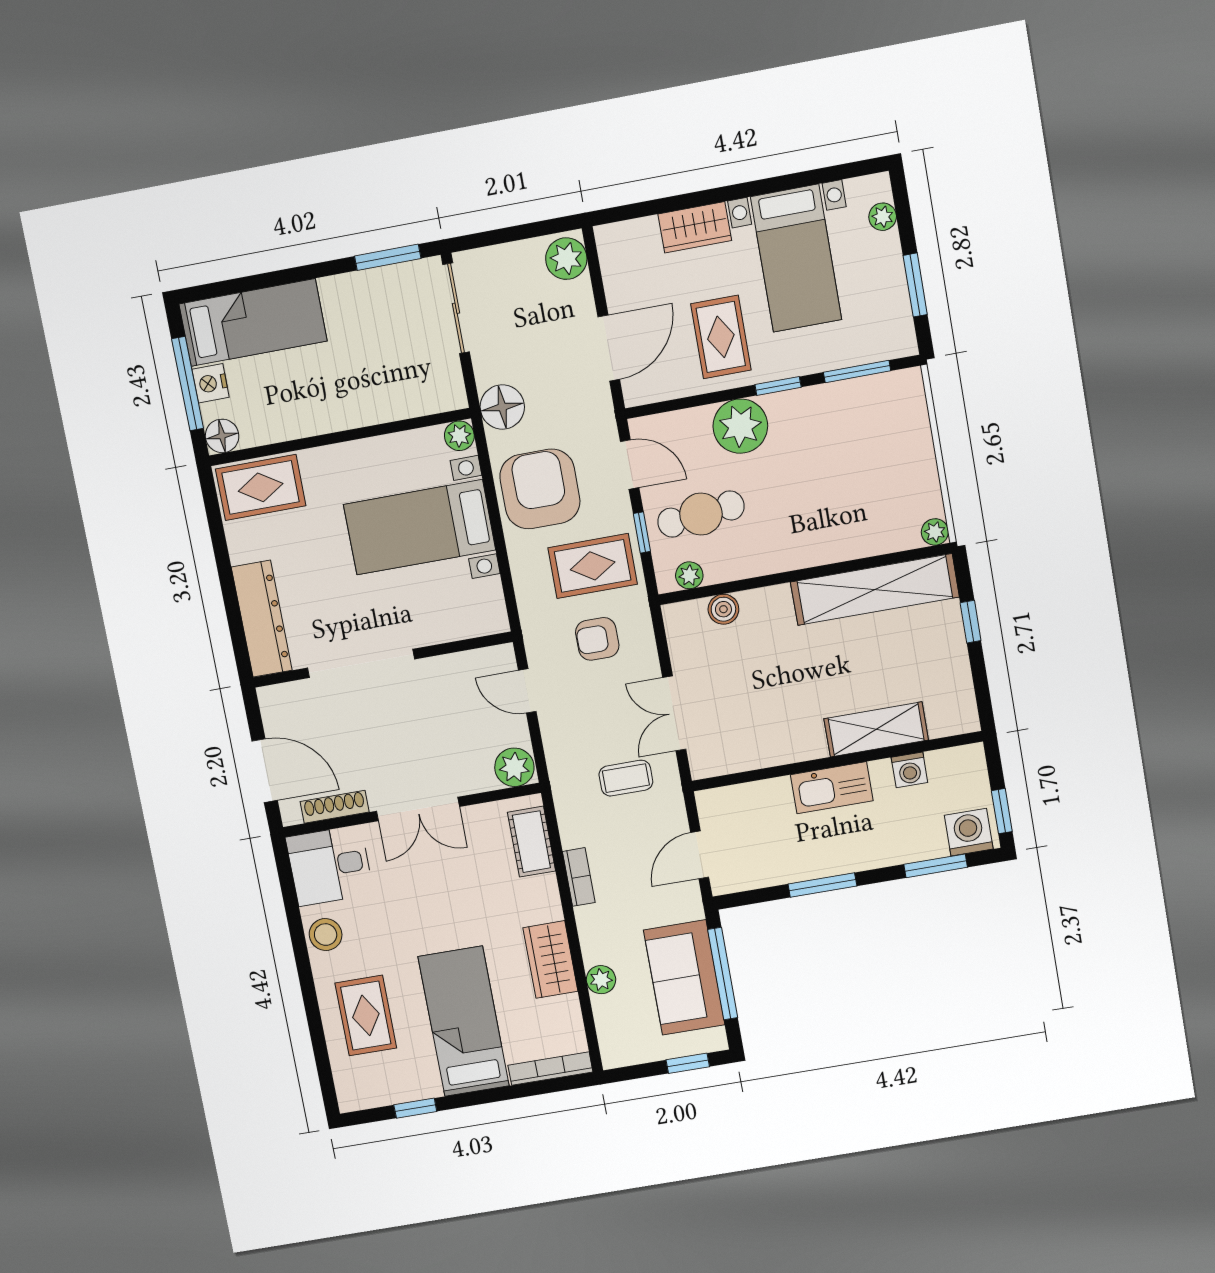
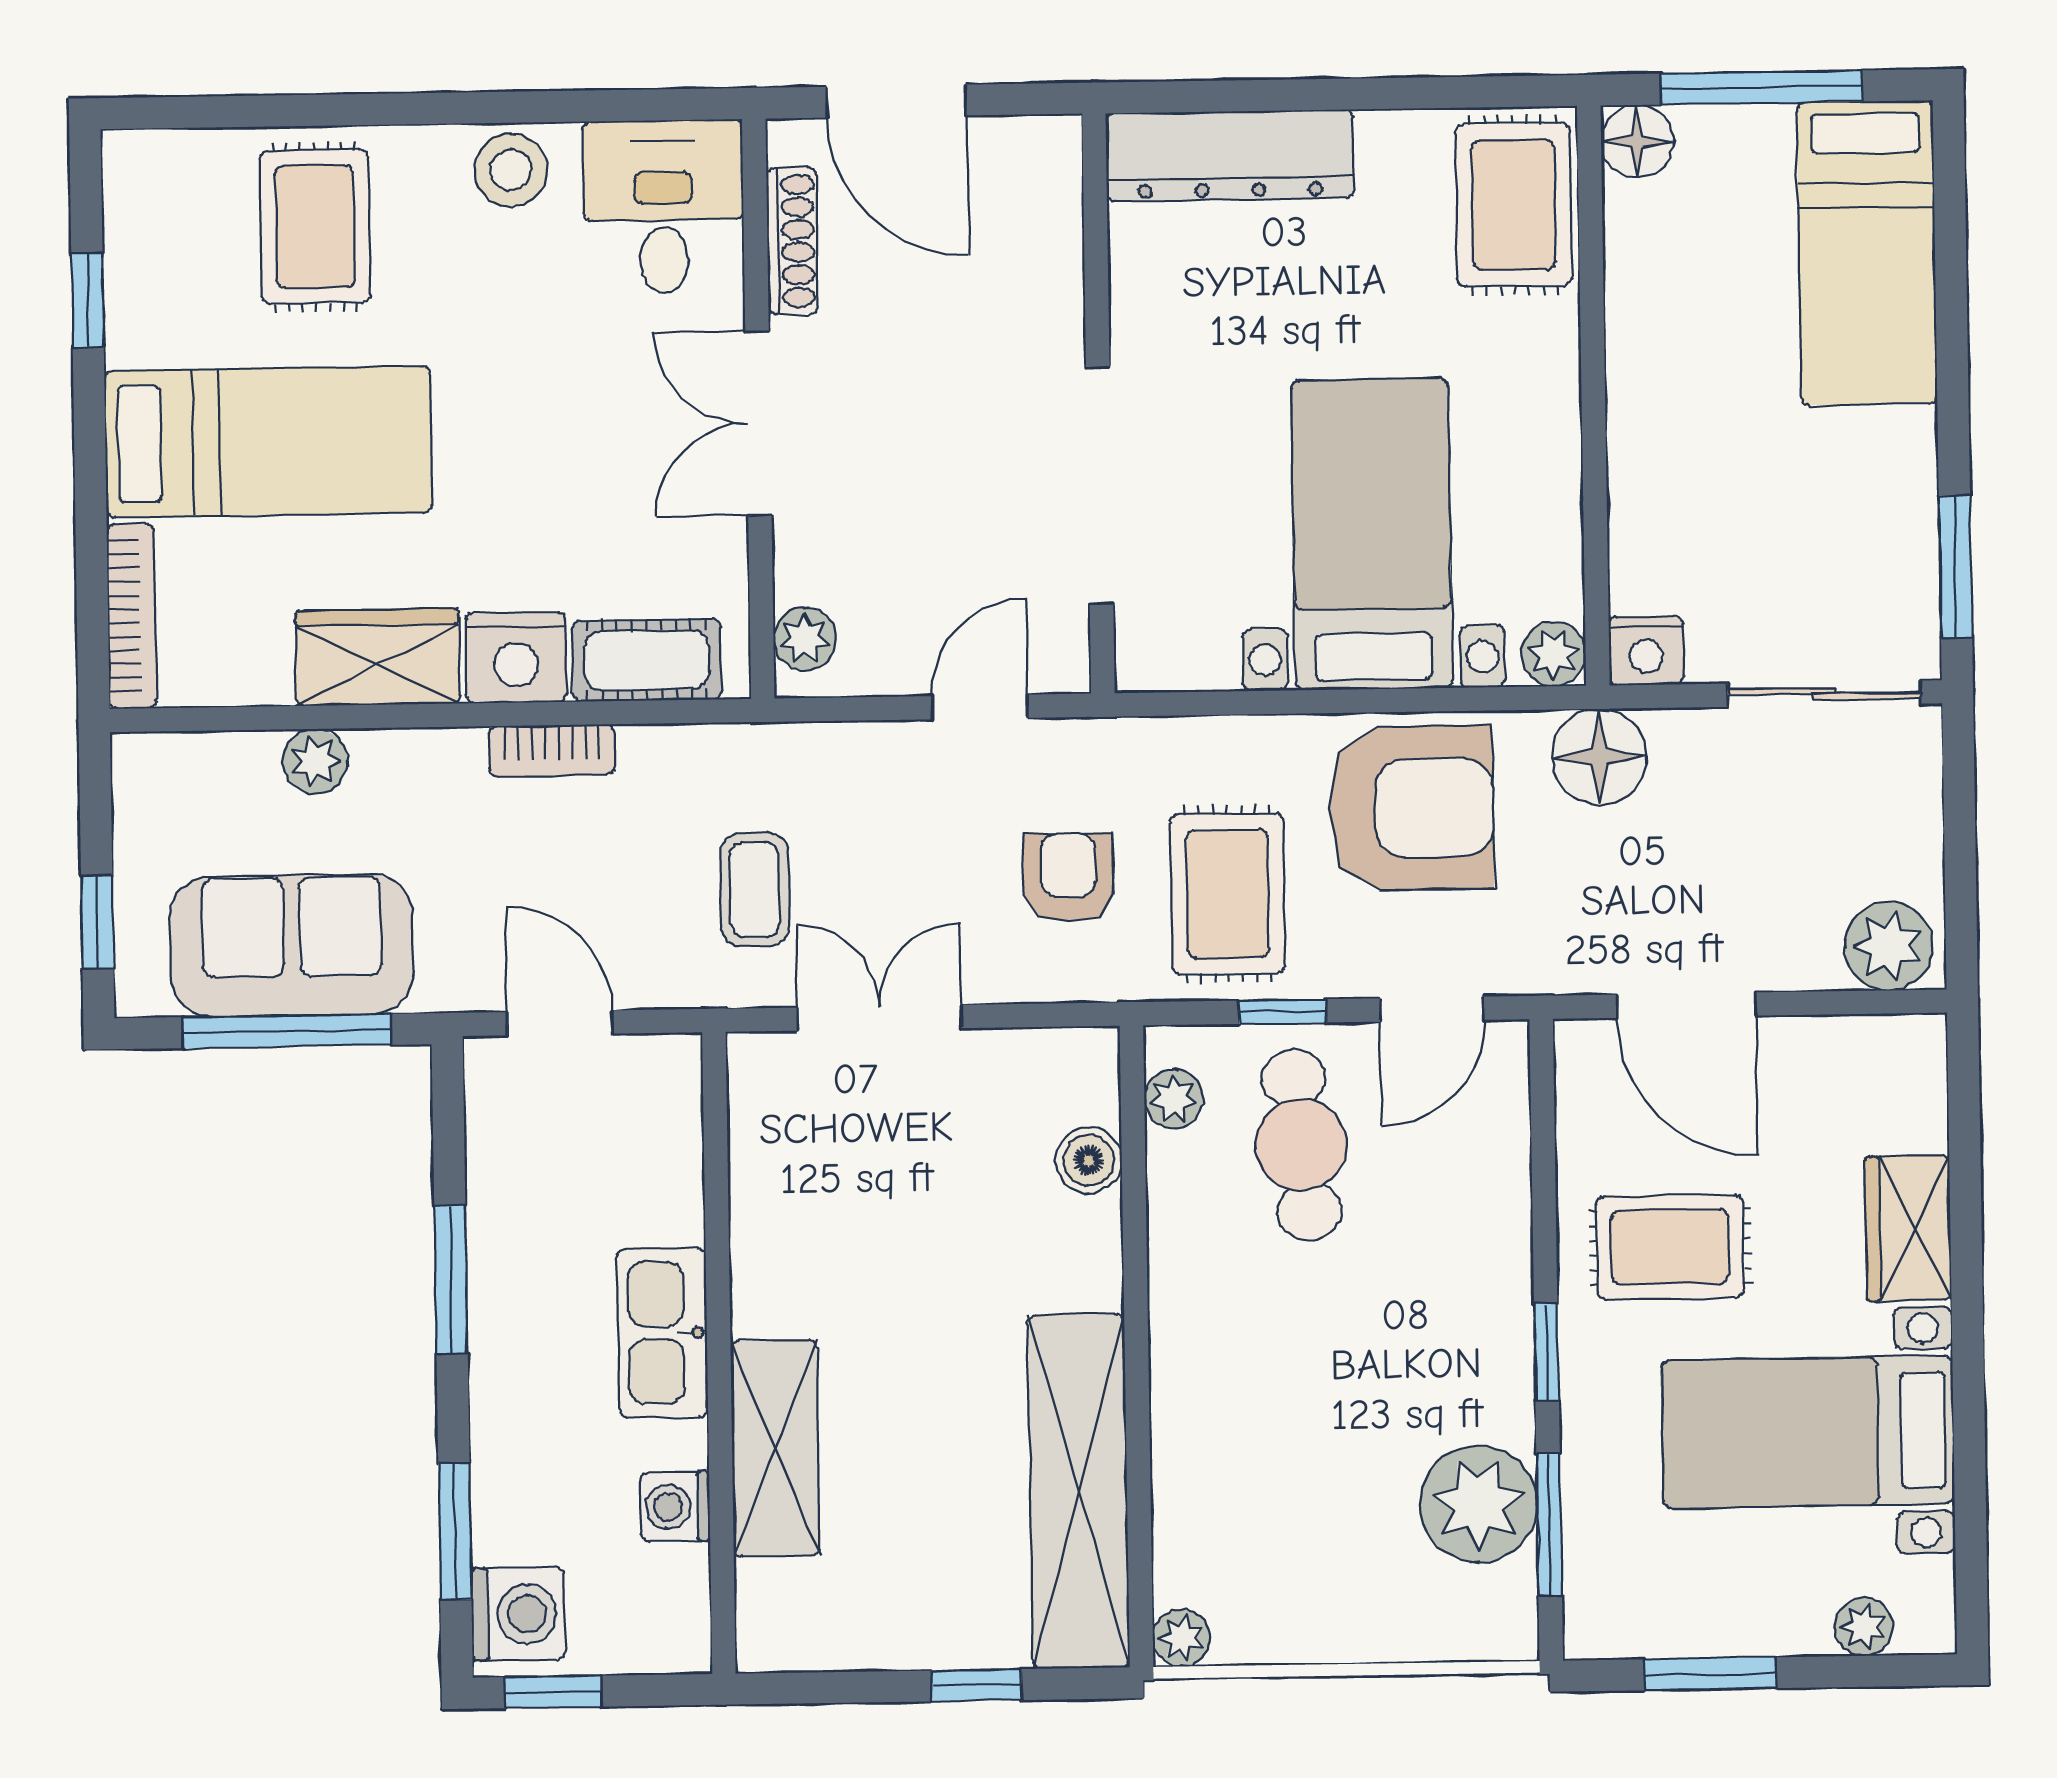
nightstand: (211, 383) -> (1646, 651), moved, turned 180
plant: (740, 426) -> (1479, 1504), moved
doorway: (361, 663) -> (1100, 485), moved
plant: (514, 767) -> (805, 639), width x0.73, depth x0.73
door: (265, 771) -> (896, 101), hinge flipped
nightstand: (540, 899) -> (516, 657), added
rug: (366, 1016) -> (315, 227), turned 90

